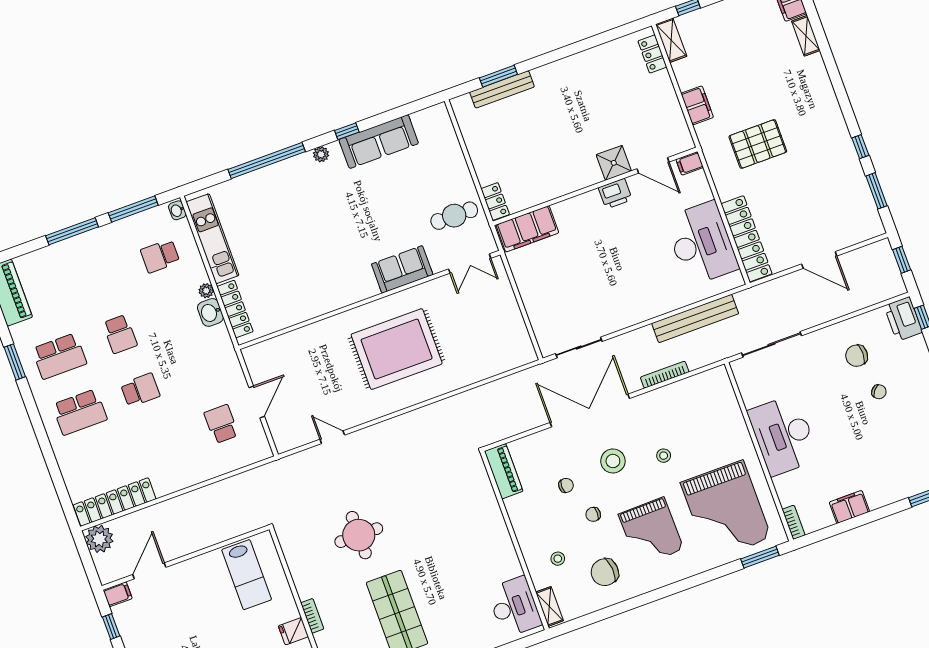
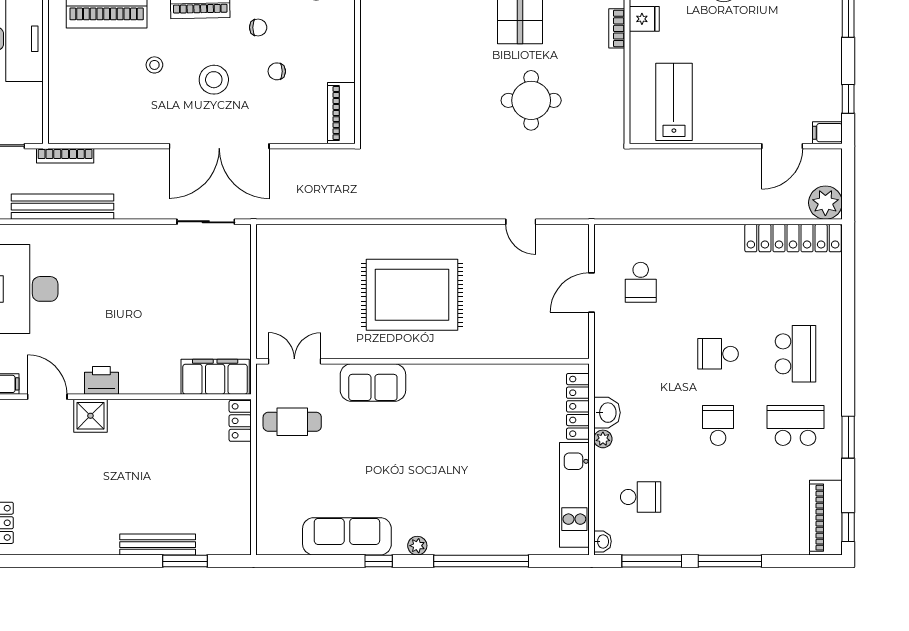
bench: (502, 89) -> (158, 545), moved
bookcase: (665, 375) -> (65, 156), moved
school desk: (80, 412) -> (795, 354), turned 90

